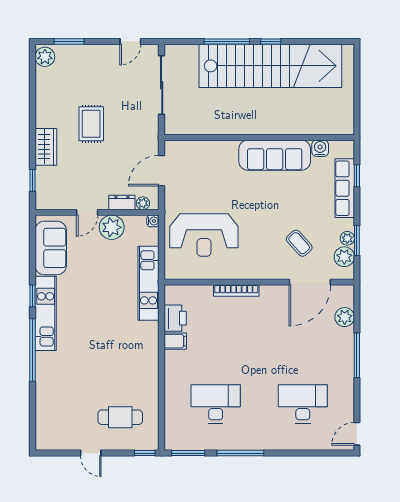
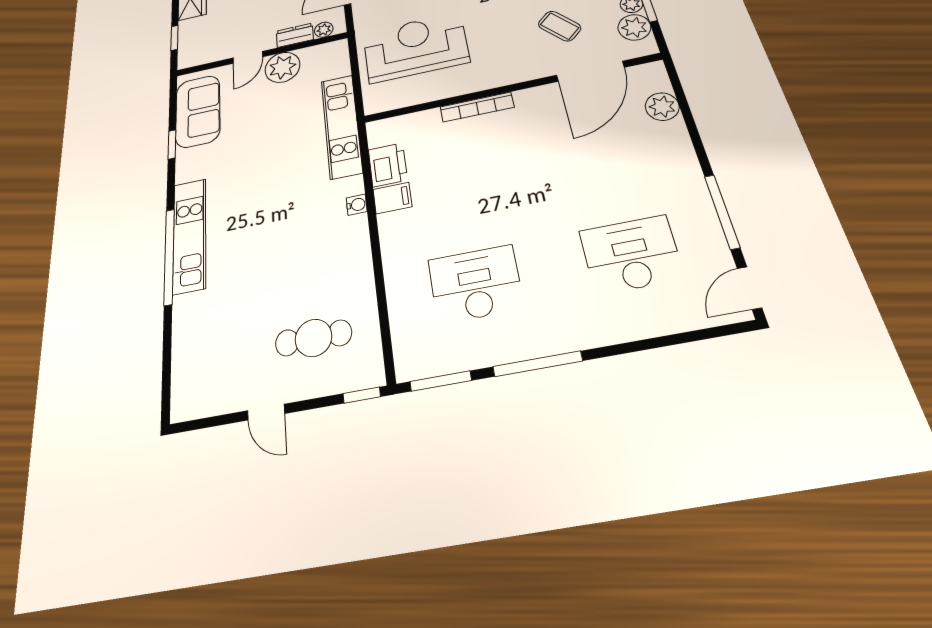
water cooler: (153, 221) -> (357, 205), moved
reception desk: (204, 235) -> (415, 47), turned 180
window: (33, 296) -> (172, 144), moved
kitchen unit: (46, 313) -> (190, 235), moved
window: (357, 355) -> (722, 212), moved

